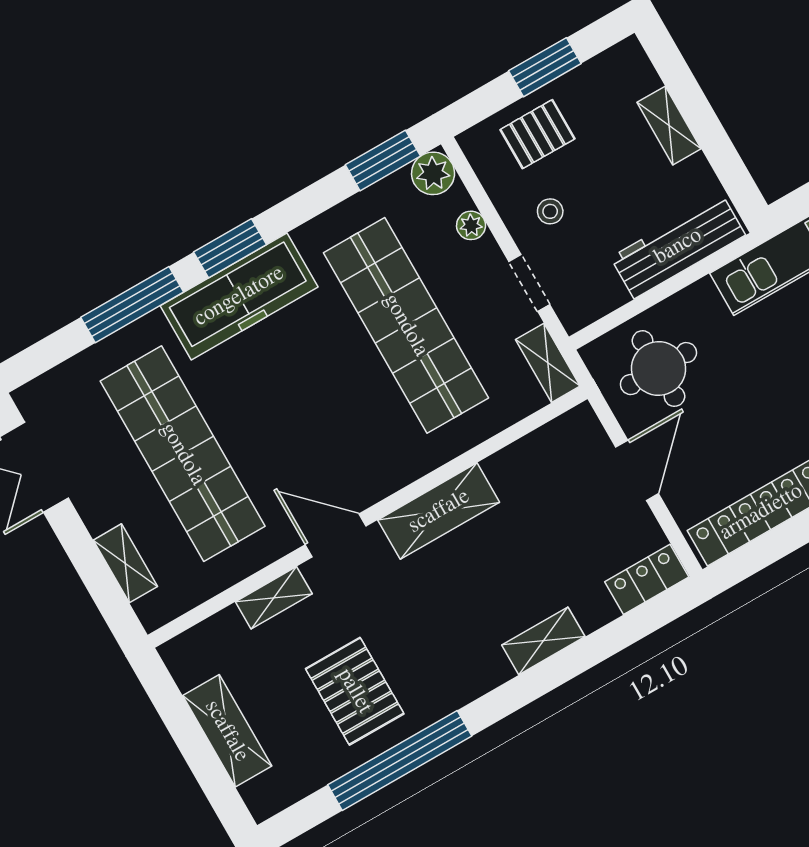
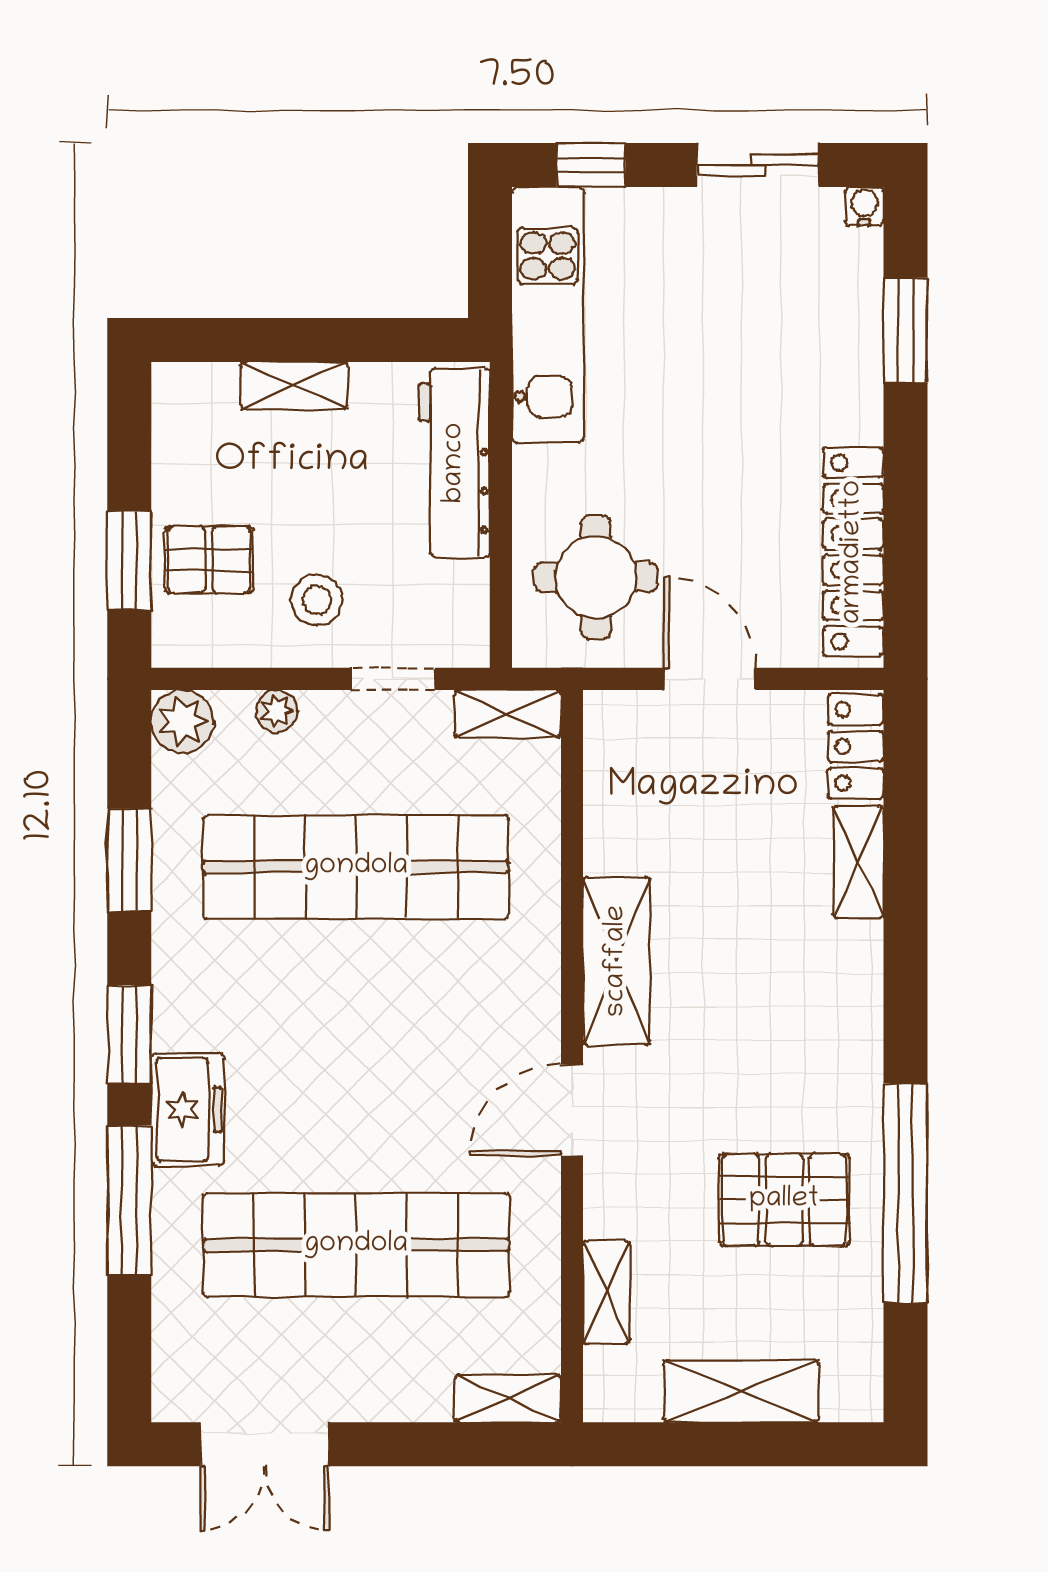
window: (545, 67) -> (129, 561), moved
pallet: (537, 134) -> (209, 560), turned 90
window: (383, 160) -> (129, 860), moved
stool: (550, 211) -> (317, 600), width x1.37, depth x1.37
freezer: (239, 296) -> (188, 1109), width x0.52, depth x0.79
shelving: (125, 563) -> (508, 1398), moved
shelving: (274, 598) -> (606, 1292), moved
shelving: (543, 641) -> (858, 862), moved

